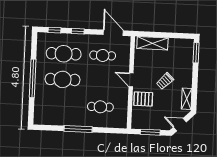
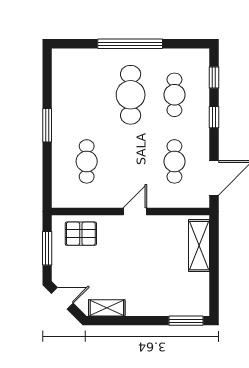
cafe table: (64, 54) -> (174, 95), width x0.73, depth x0.74
trolley: (165, 81) -> (135, 269), removed
pallet: (143, 99) -> (81, 234), moved, turned 90
door: (180, 125) -> (62, 298), hinge flipped
window: (78, 129) -> (47, 125), width x0.69

